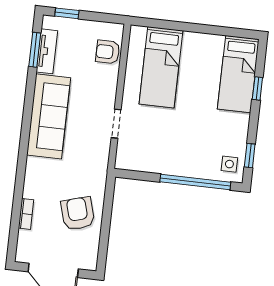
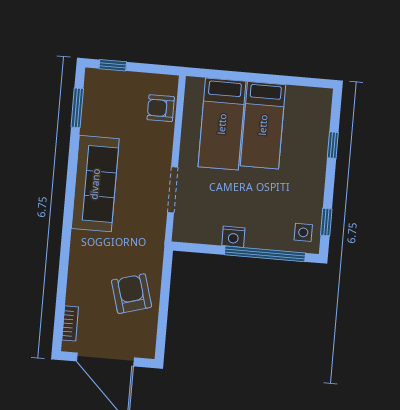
tv unit: (47, 51) -> (91, 109), removed
bed: (238, 74) -> (263, 125), moved
doorway: (116, 124) -> (173, 190), width x1.38
nightstand: (168, 166) -> (233, 237), added
bookcase: (26, 214) -> (70, 323), moved

